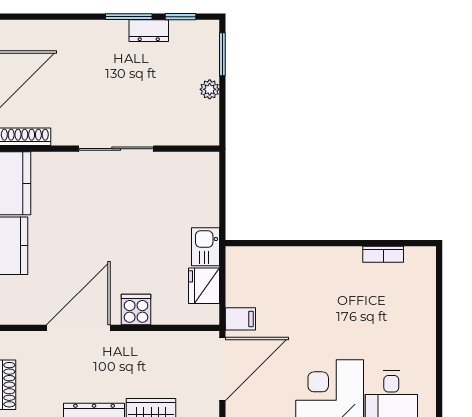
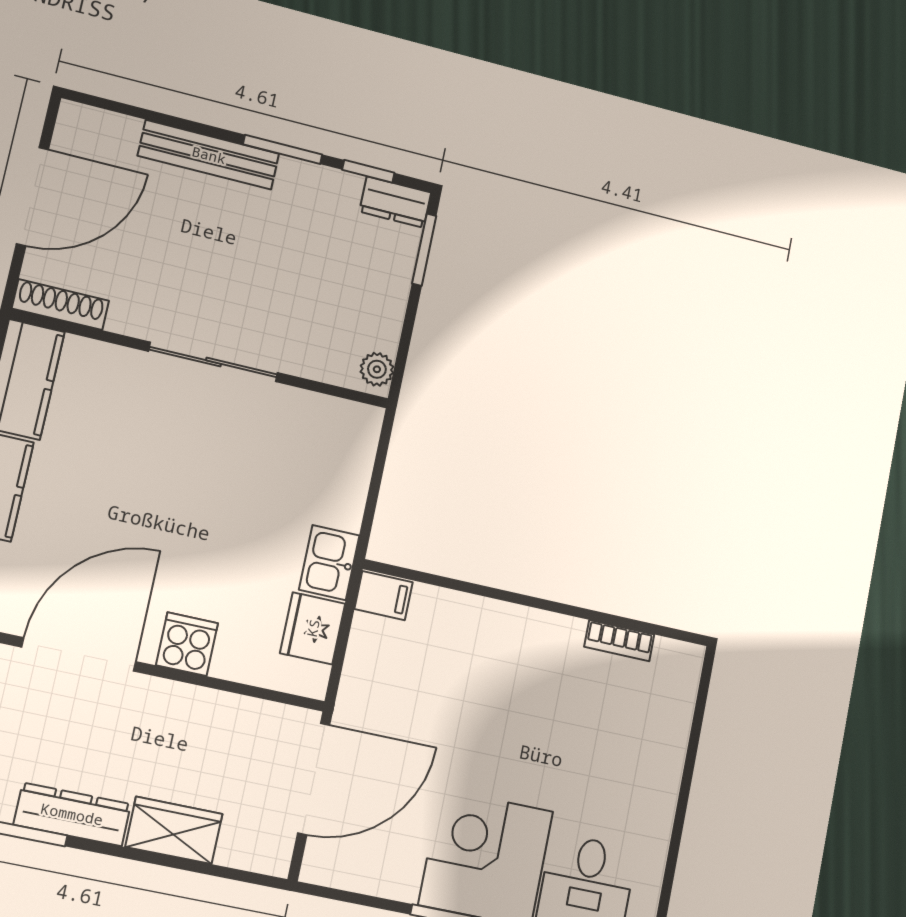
bench: (88, 31) -> (209, 155), added
dresser: (149, 31) -> (395, 202), moved
plant: (210, 89) -> (377, 369), moved
filing cabinet: (240, 319) -> (384, 596), moved

